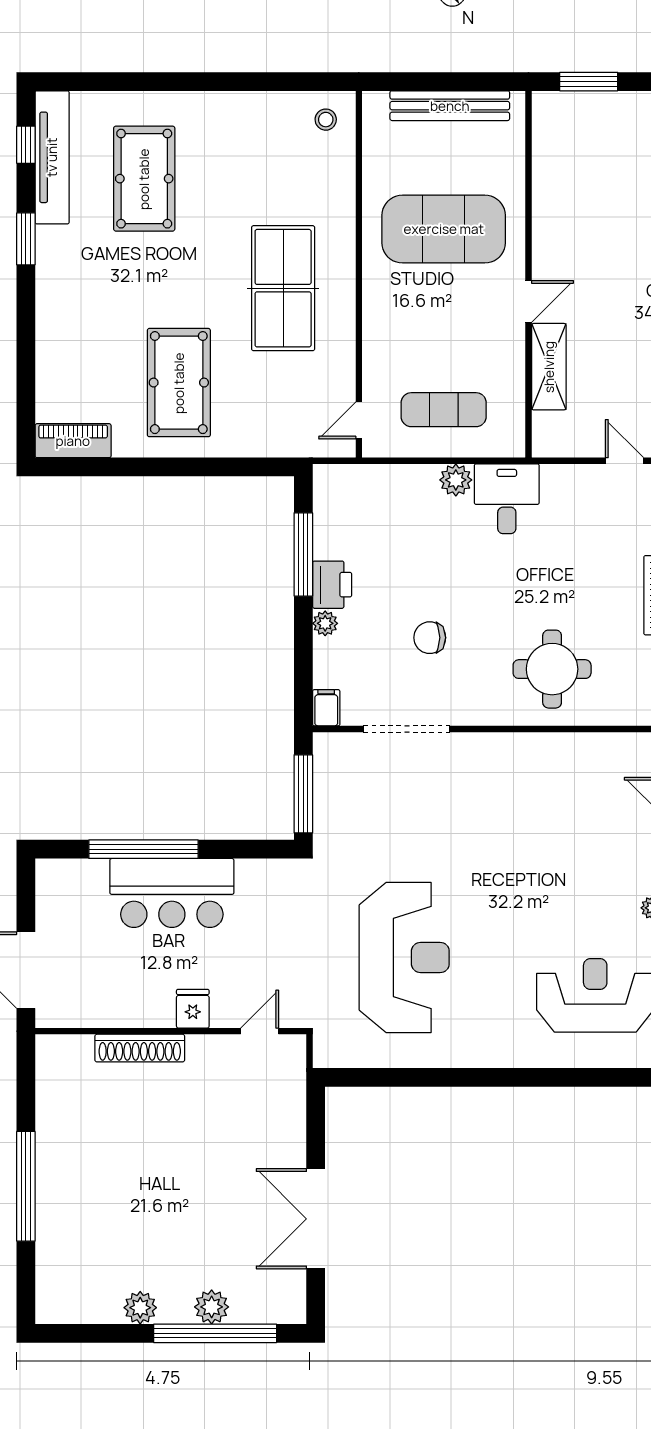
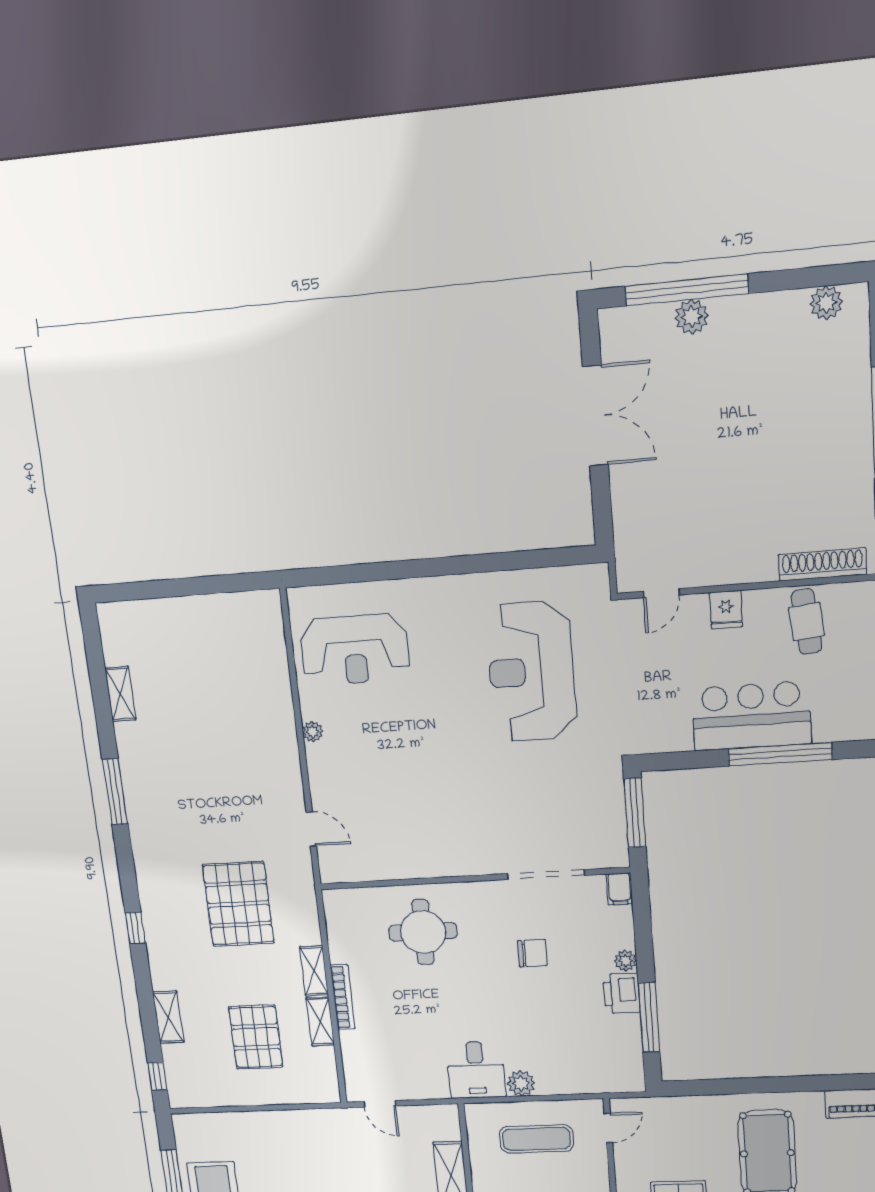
cafe table: (110, 990) -> (807, 622), added
shoe rack: (140, 1048) -> (822, 564), moved
plant: (140, 1308) -> (826, 303), moved

